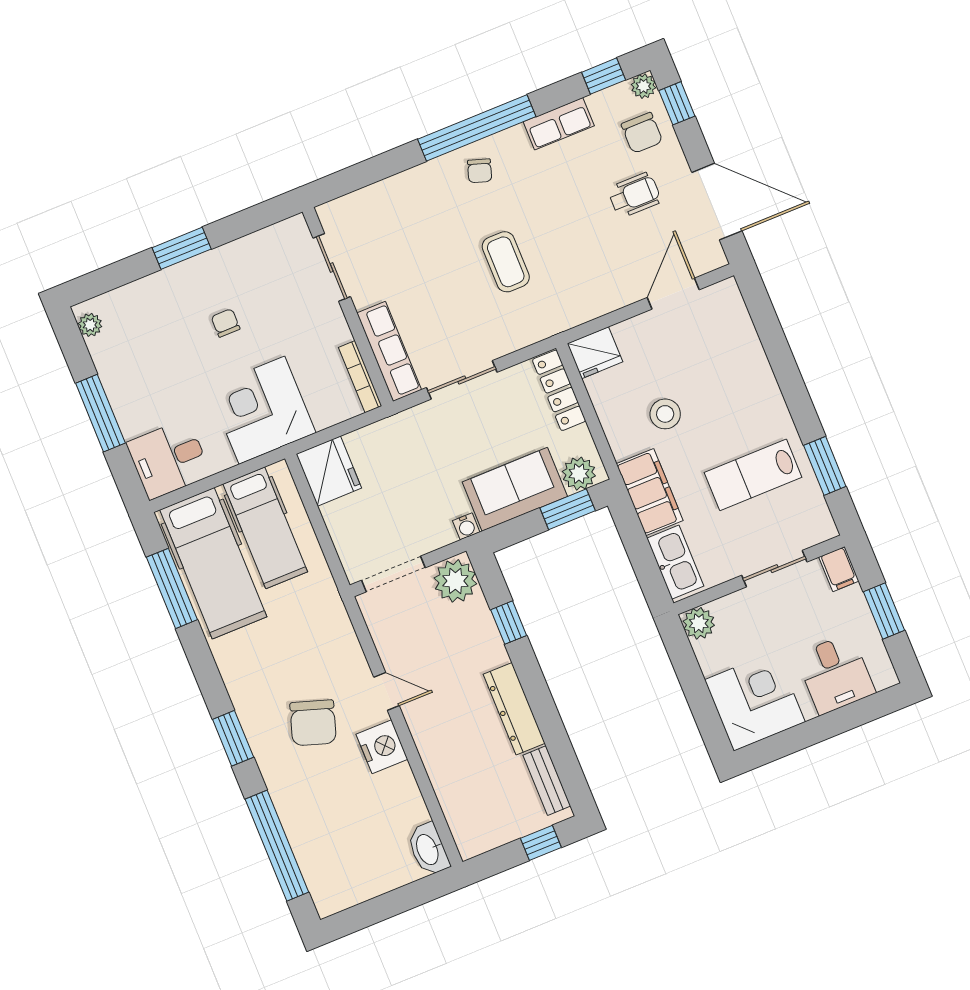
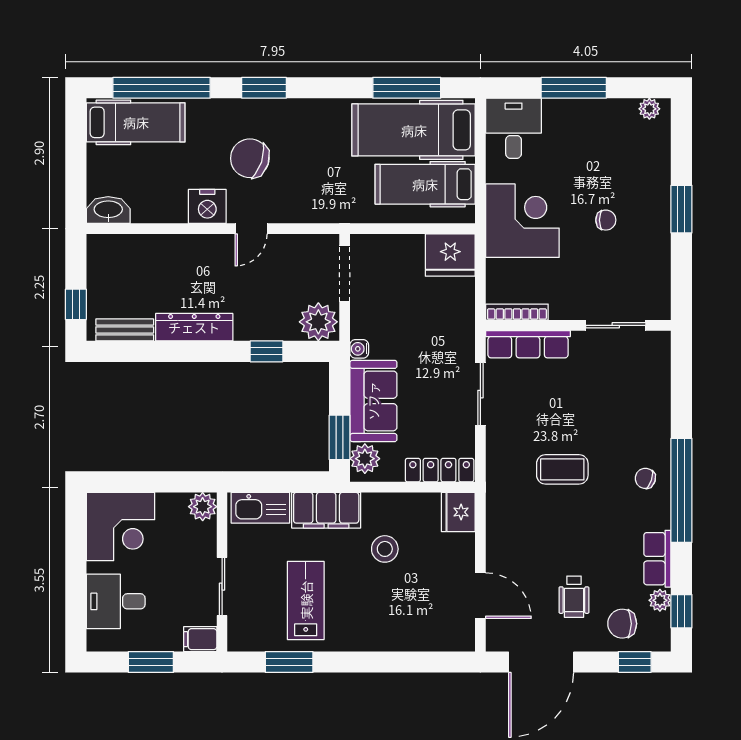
plant: (643, 86) -> (660, 600), moved
hospital bed: (324, 858) -> (136, 122), added

